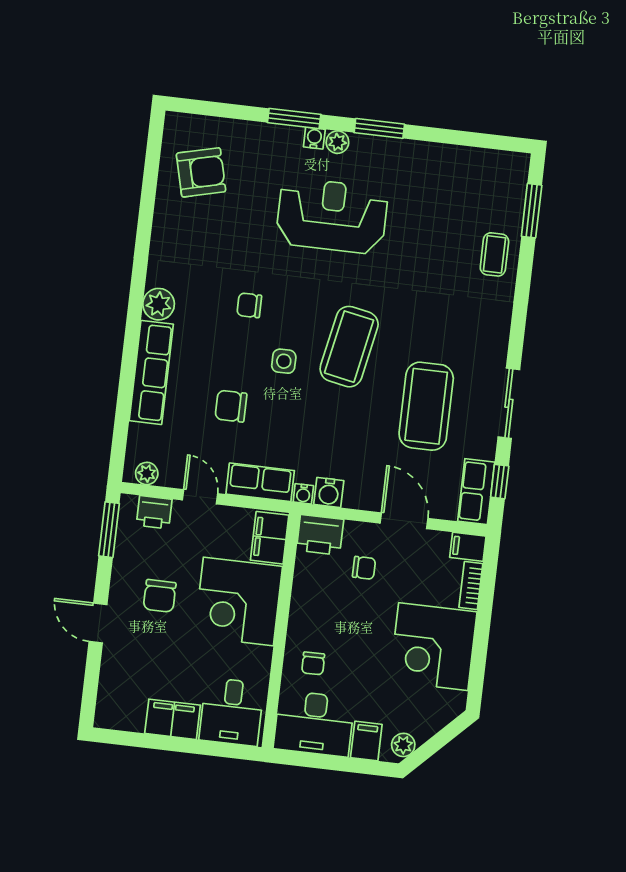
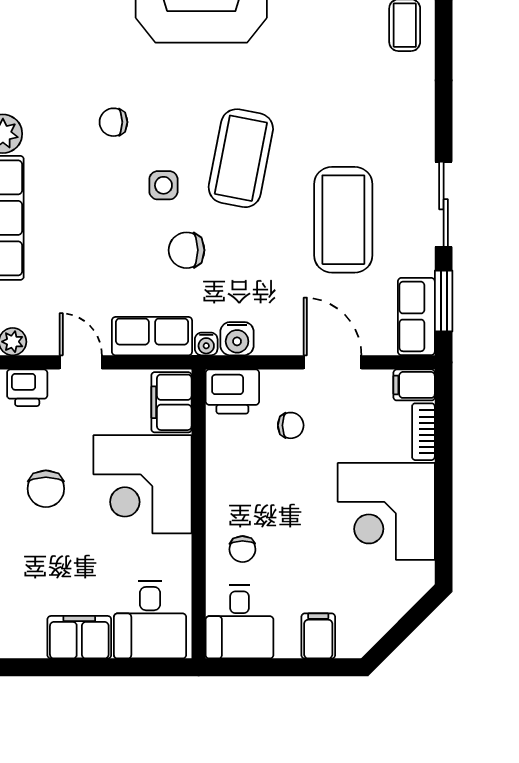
chair: (231, 406) -> (187, 250), moved
window: (500, 482) -> (444, 301), width x1.50
desk: (314, 723) -> (239, 622), width x0.73
plant: (403, 745) -> (364, 635), removed

